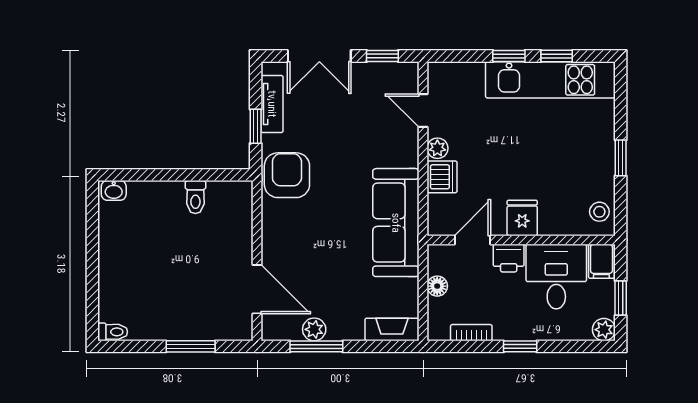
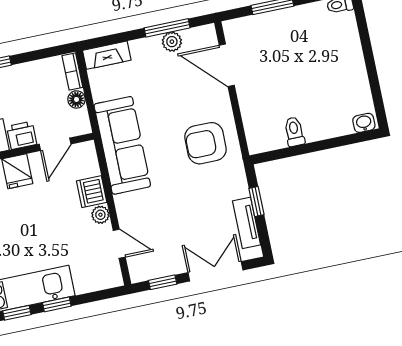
armchair: (287, 175) -> (206, 143), moved, turned 90
bookcase: (471, 333) -> (72, 71), moved, turned 90

